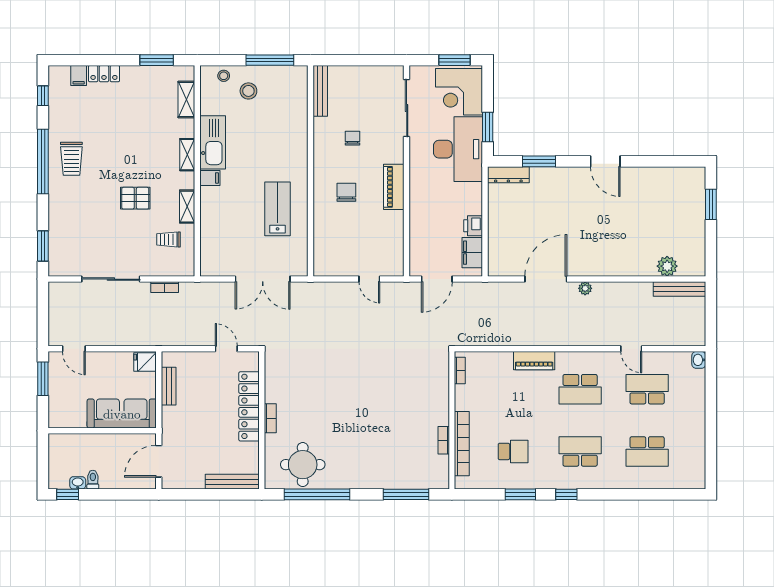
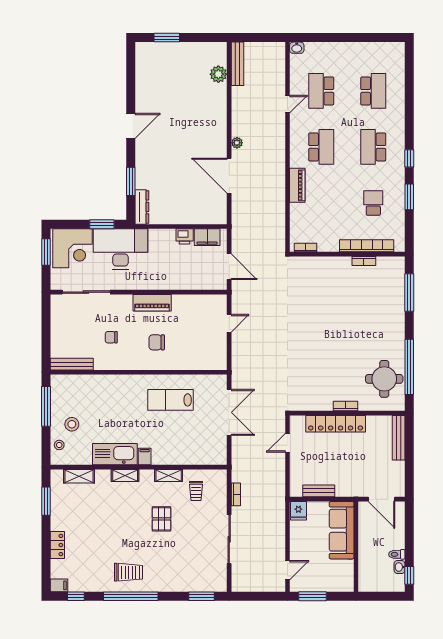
filing cabinet: (79, 76) -> (59, 585), moved

